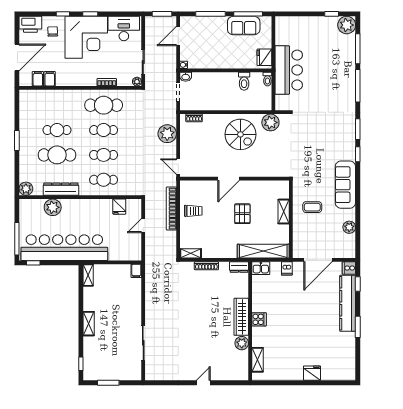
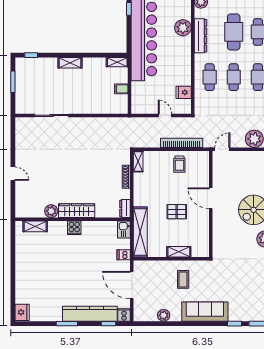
filing cabinet: (136, 271) -> (121, 89), moved
fridge: (312, 373) -> (22, 312), moved

